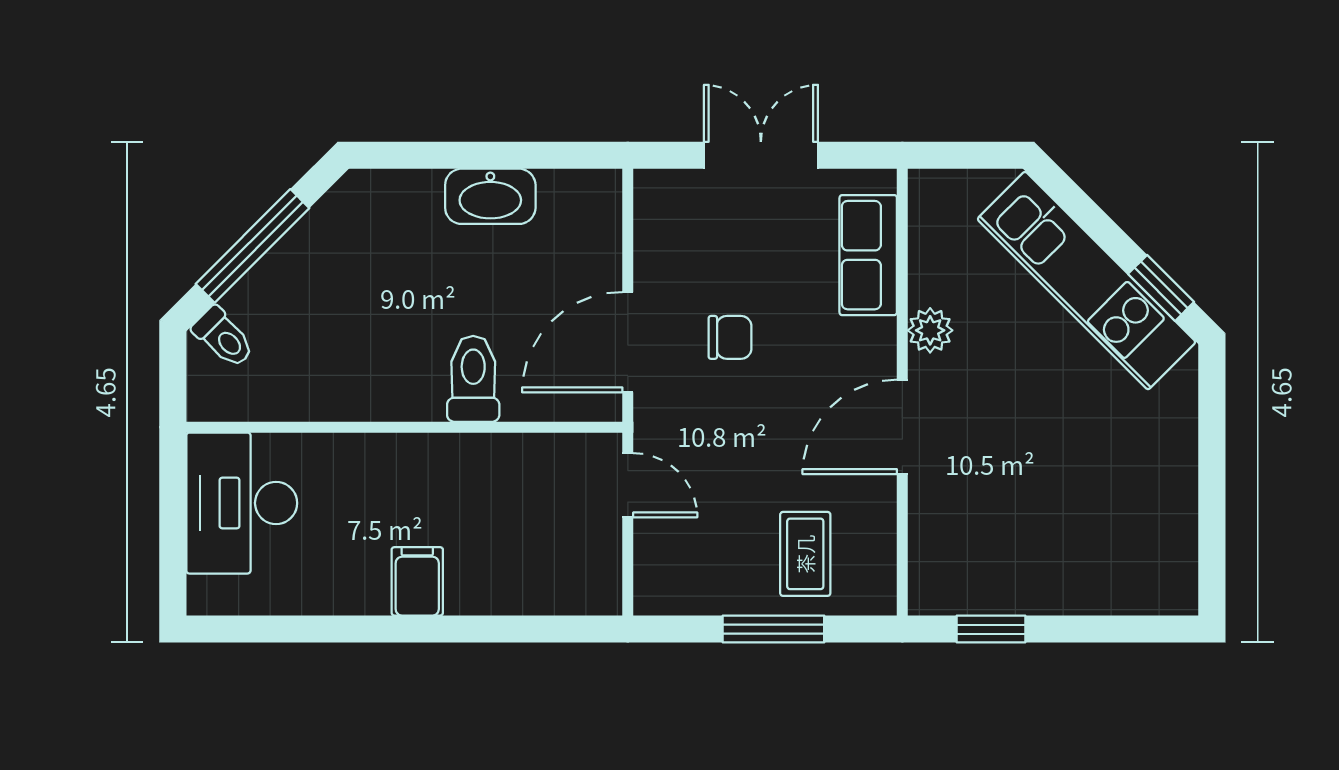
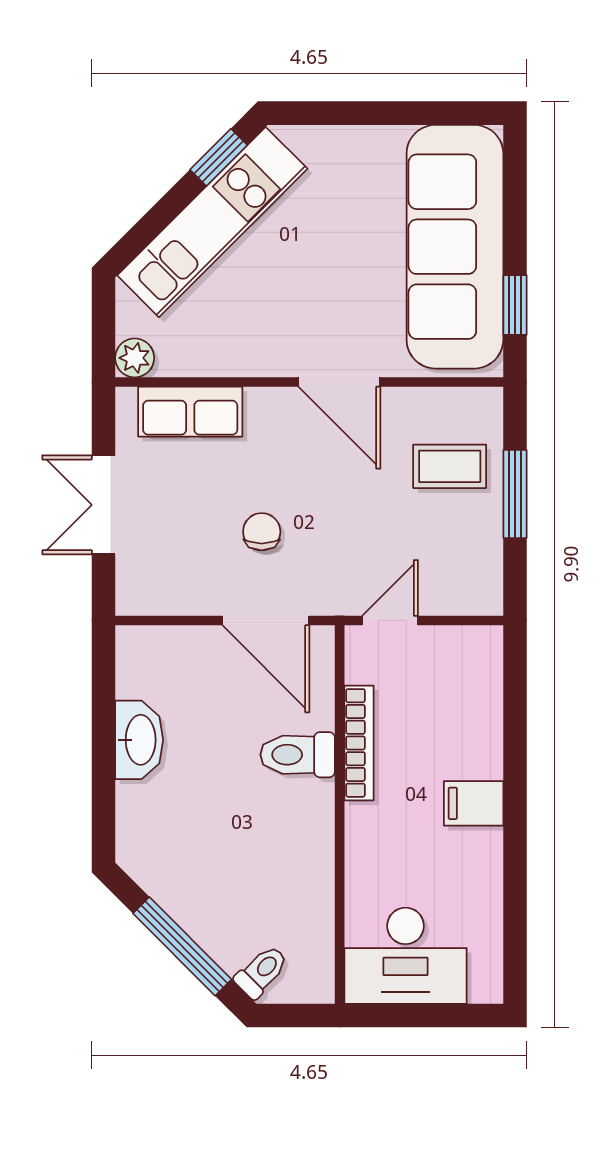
plant: (930, 330) -> (135, 358), moved
bookcase: (487, 449) -> (359, 743), added
sofa: (1058, 560) -> (455, 247), added

